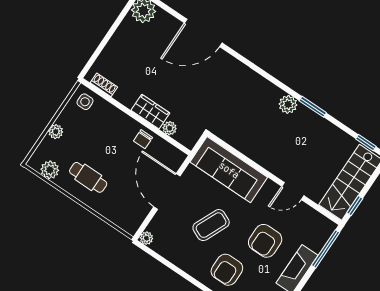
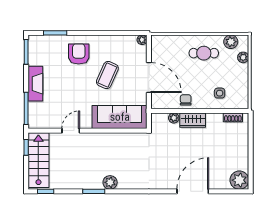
side table: (85, 102) -> (220, 93), moved
plant: (56, 132) -> (243, 57), moved
armchair: (265, 241) -> (67, 88), removed

